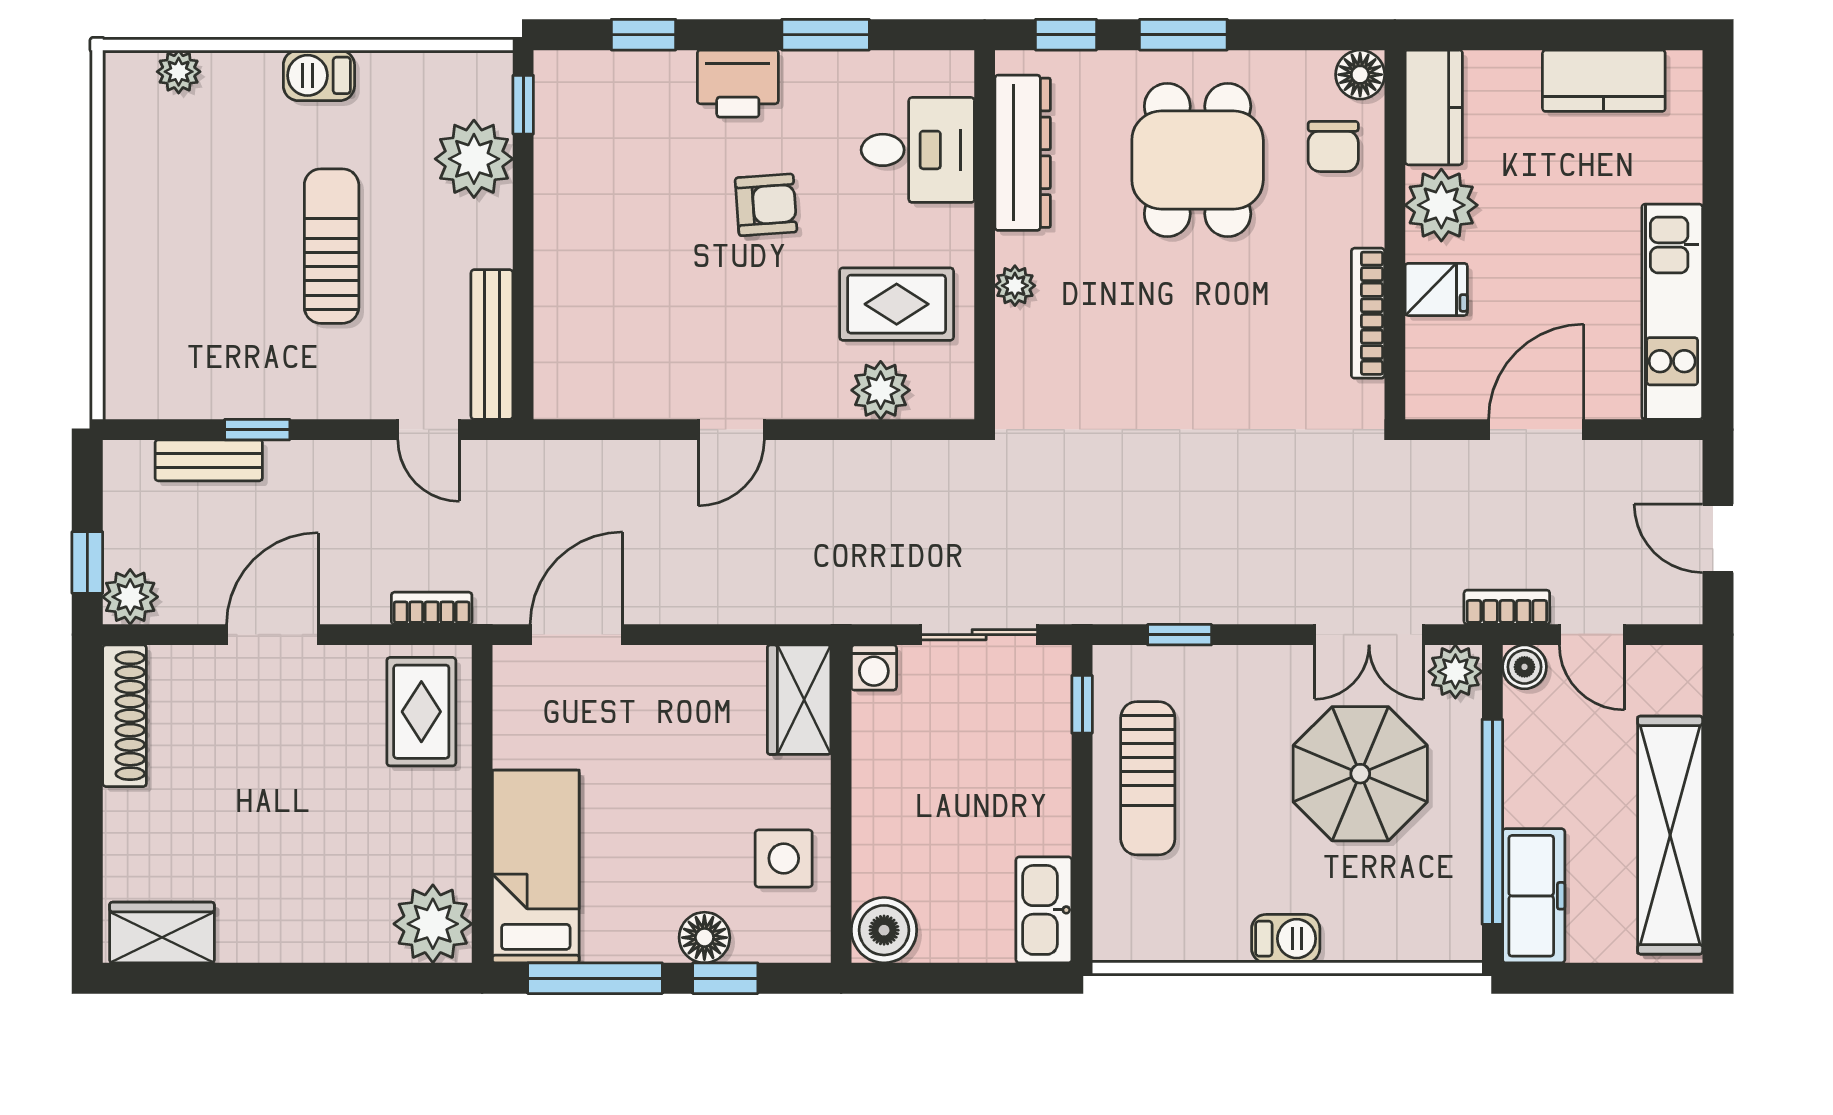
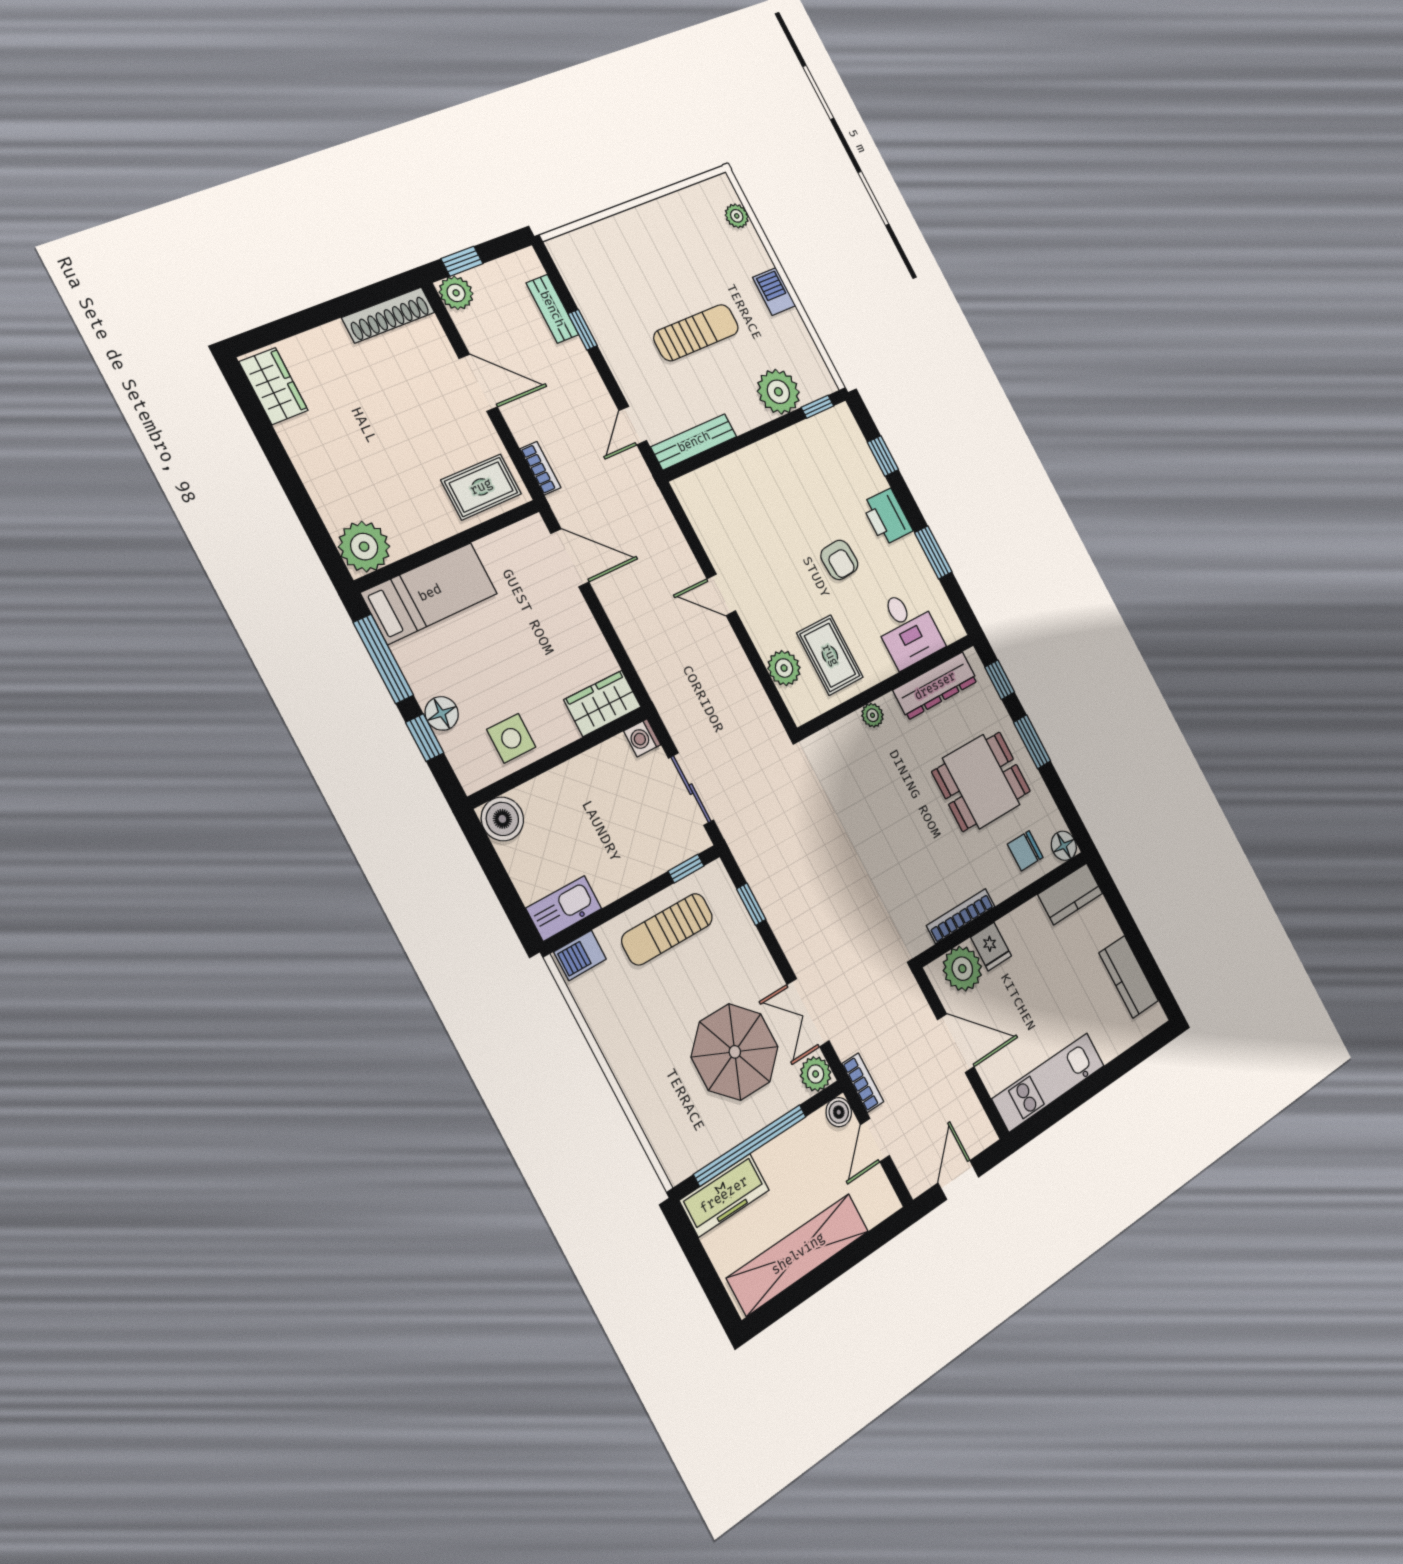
plant: (1441, 205) -> (962, 969), moved
barbecue: (1286, 939) -> (580, 955), moved, turned 90

